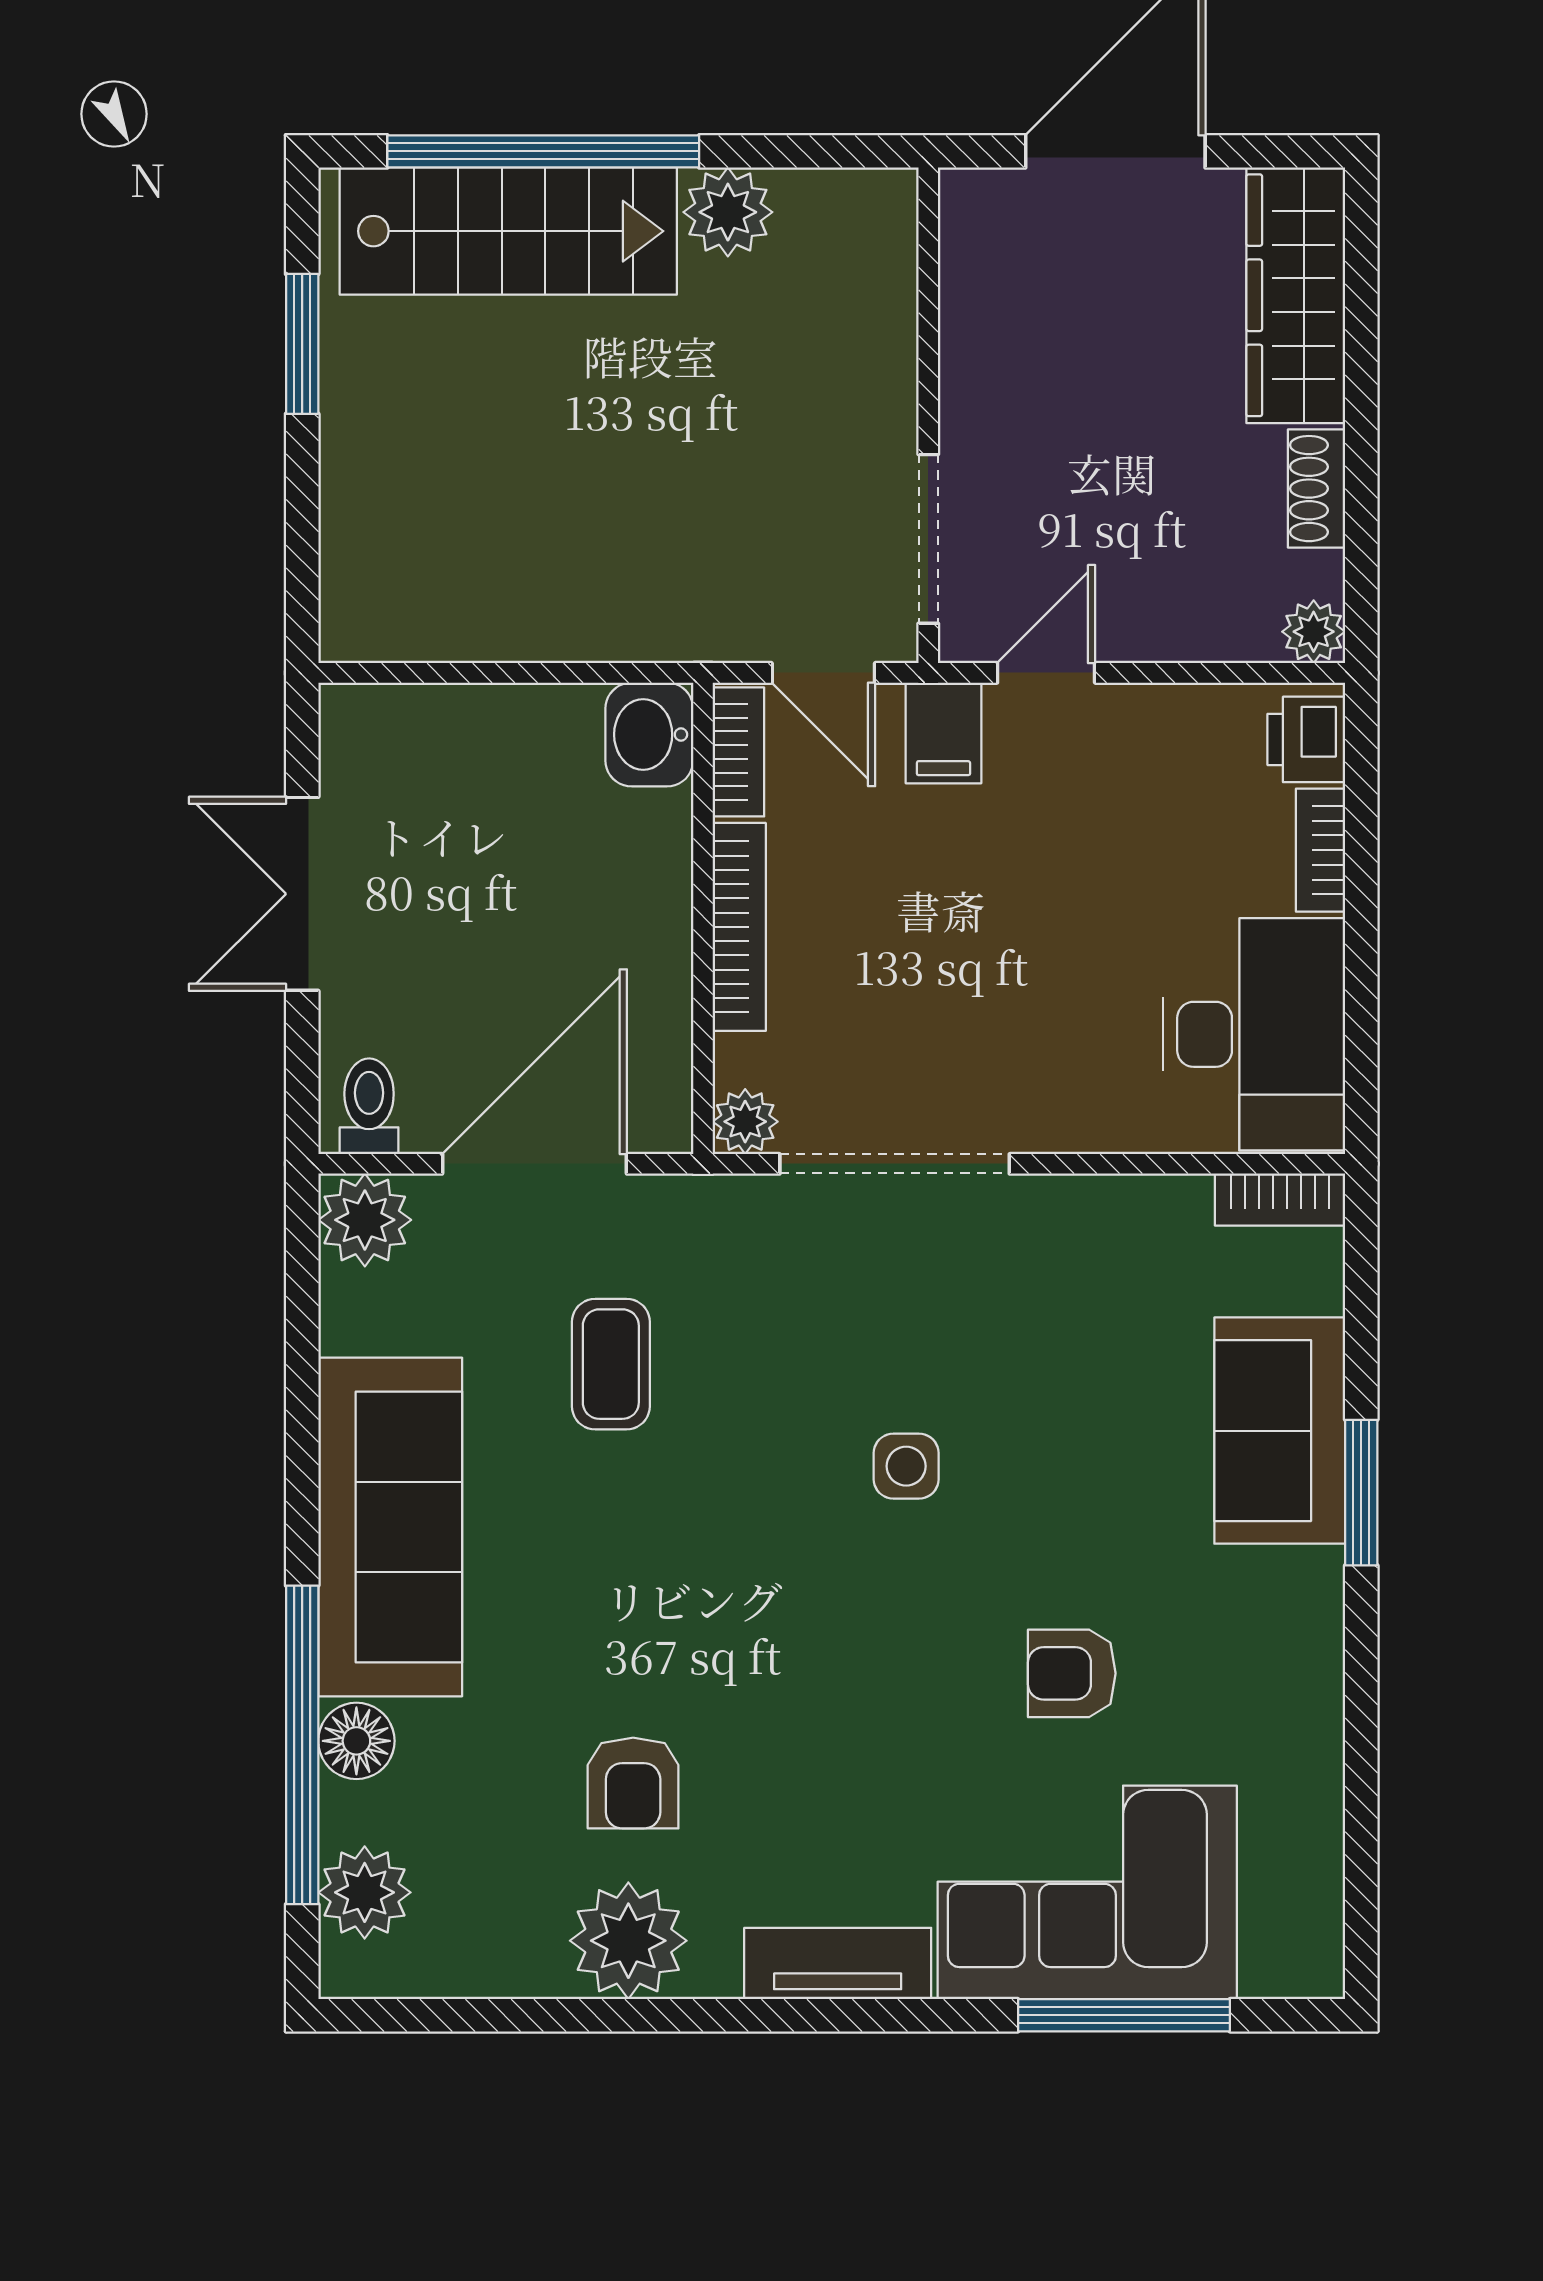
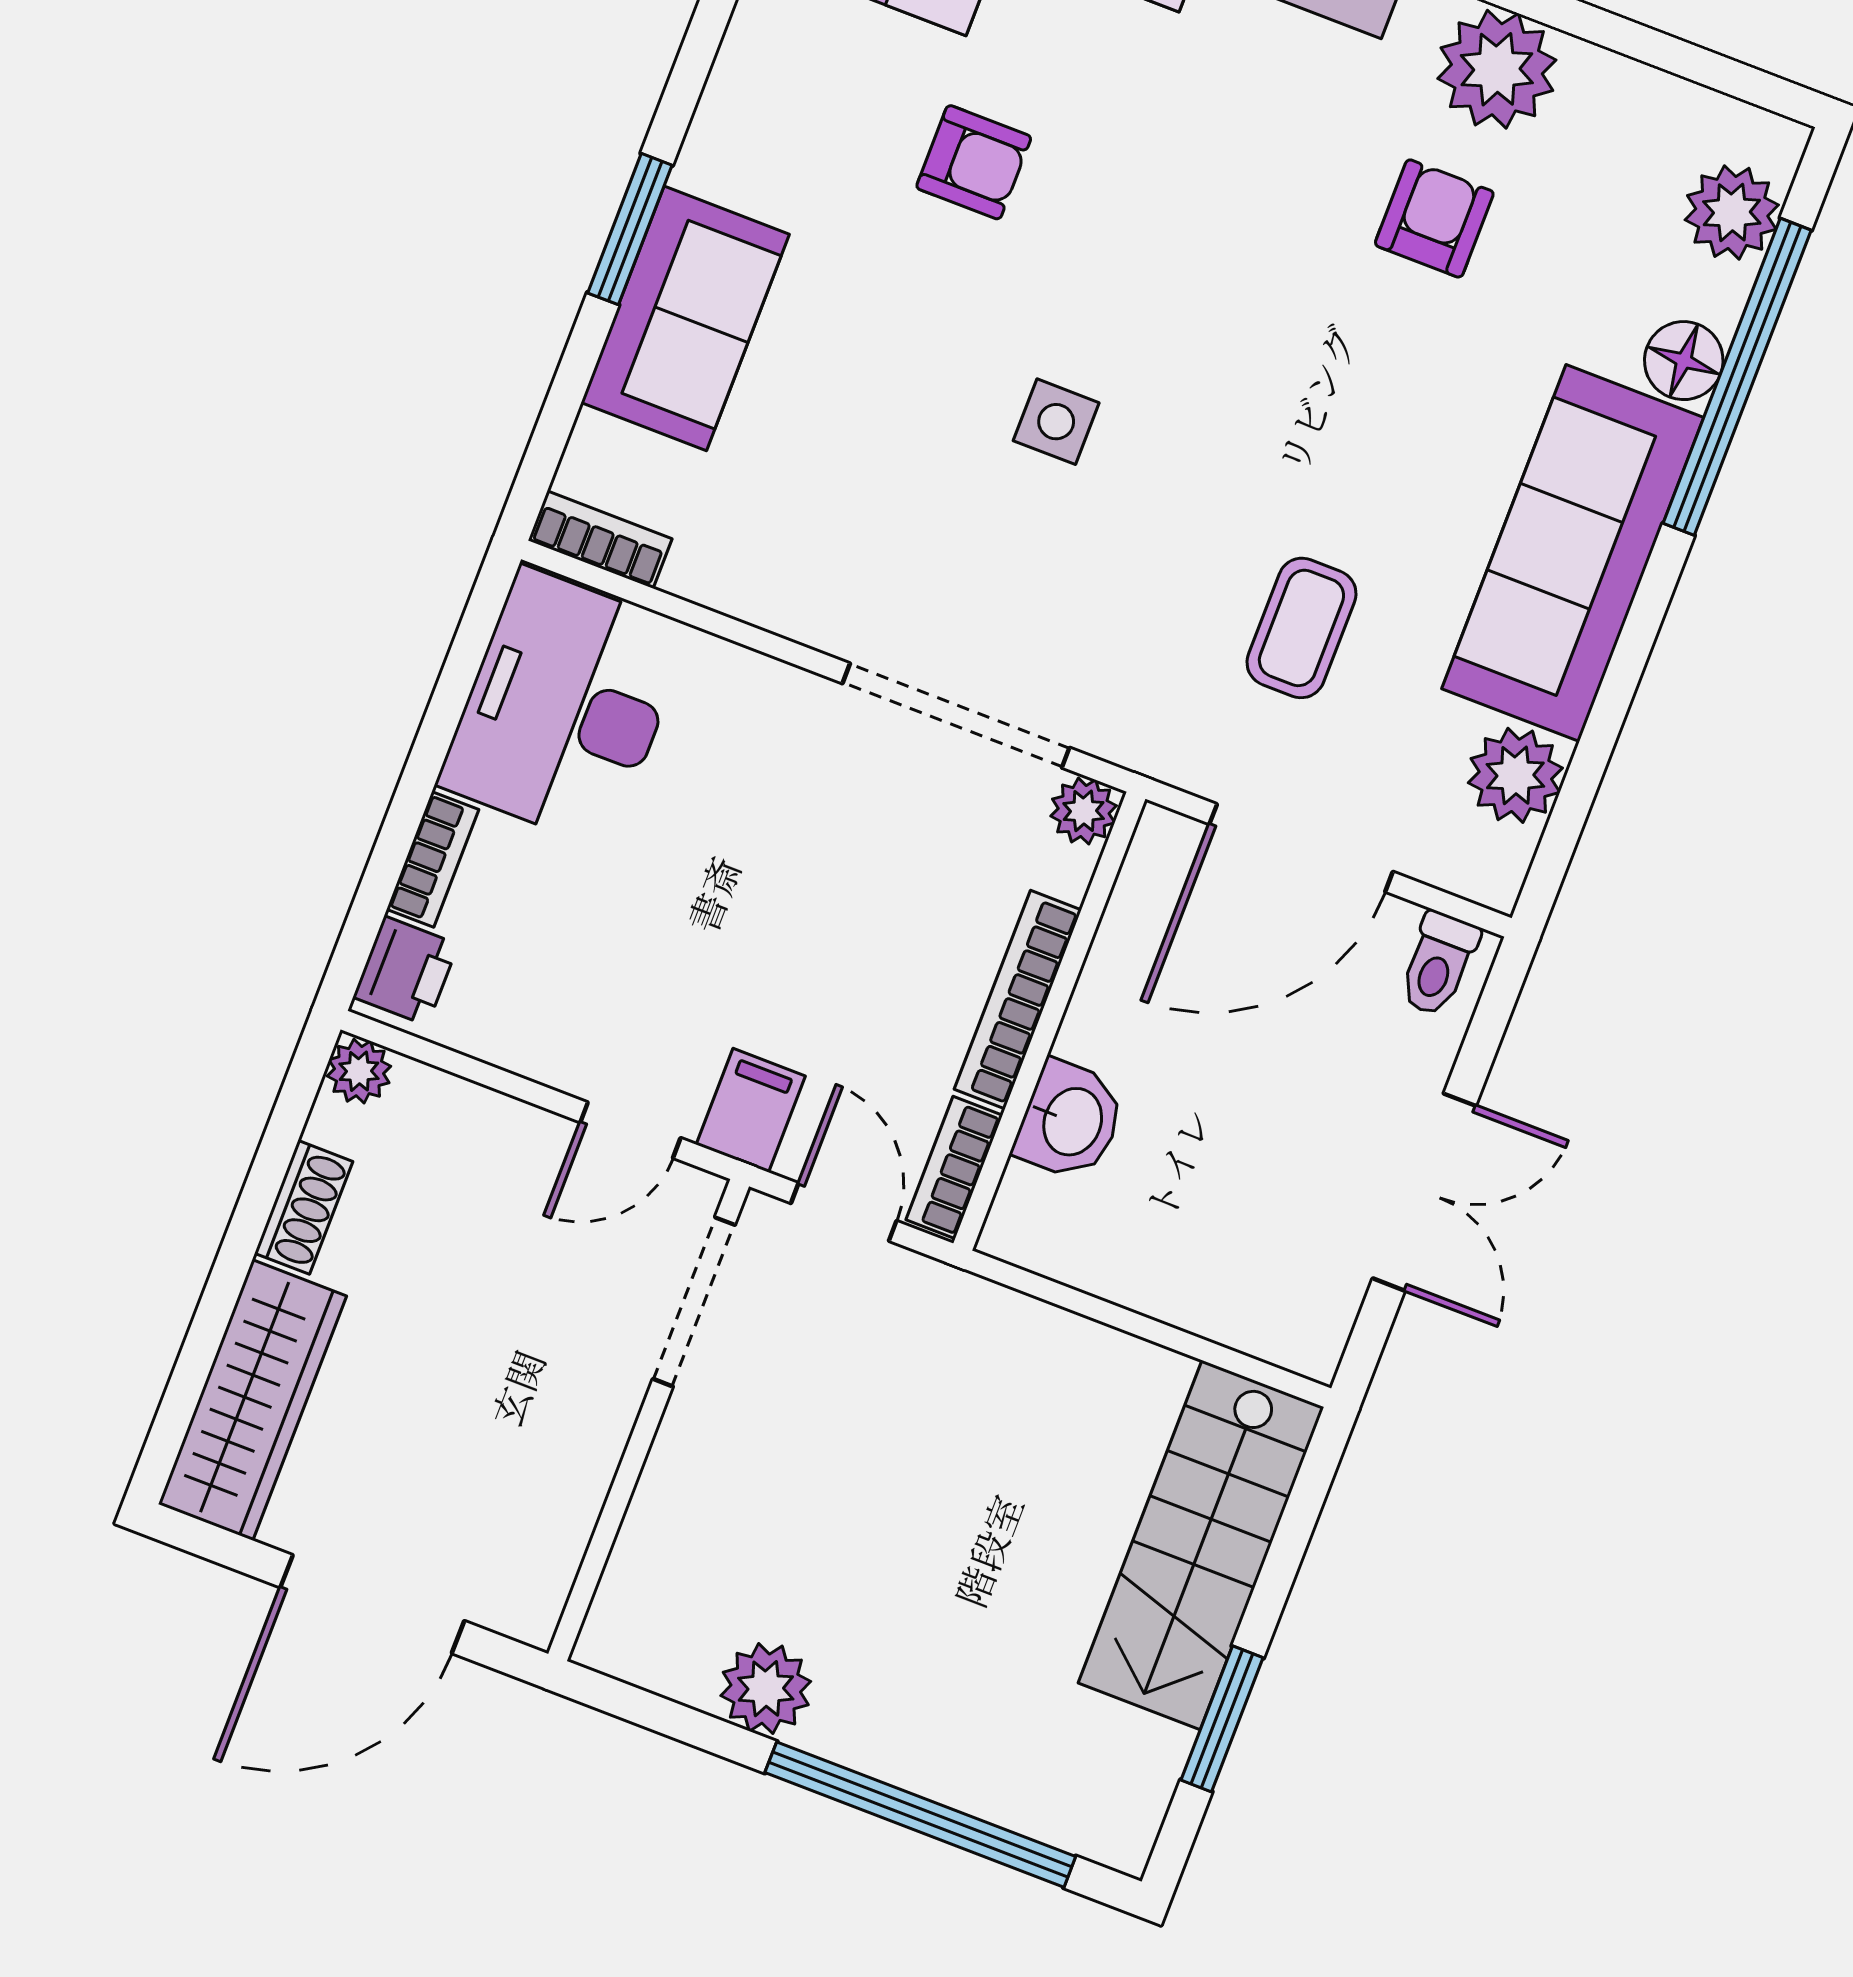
stairs: (508, 231) -> (1201, 1545), moved, turned -90
washbasin: (649, 735) -> (1070, 1121), moved
plant: (365, 1220) -> (1515, 775), moved

